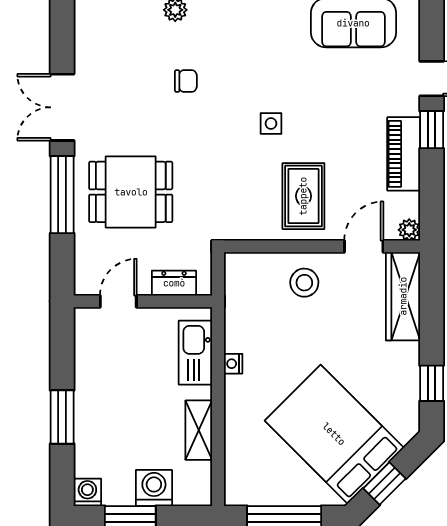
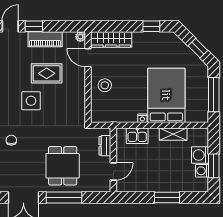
side table: (271, 123) -> (31, 101), width x1.87, depth x1.87
rug: (303, 196) -> (47, 73), moved
door: (118, 301) -> (113, 171), swing flipped
kitchen sink: (195, 353) -> (137, 136), width x0.73
bed: (334, 434) -> (166, 95), moved, turned 135
washing machine: (87, 492) -> (202, 171), moved

